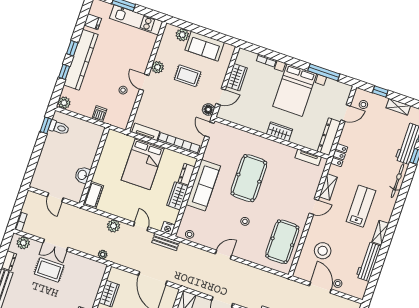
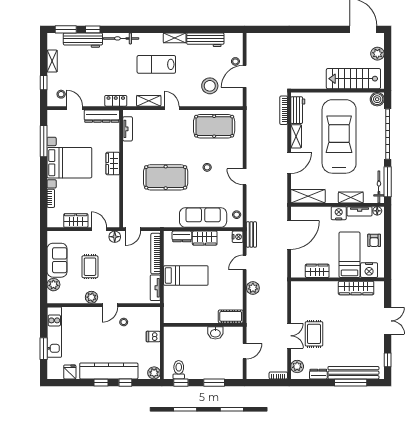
window: (35, 157) -> (214, 383), added
bed: (143, 164) -> (186, 275), width x0.67
sofa: (203, 185) -> (203, 218), moved
plant: (103, 254) -> (283, 289), removed

